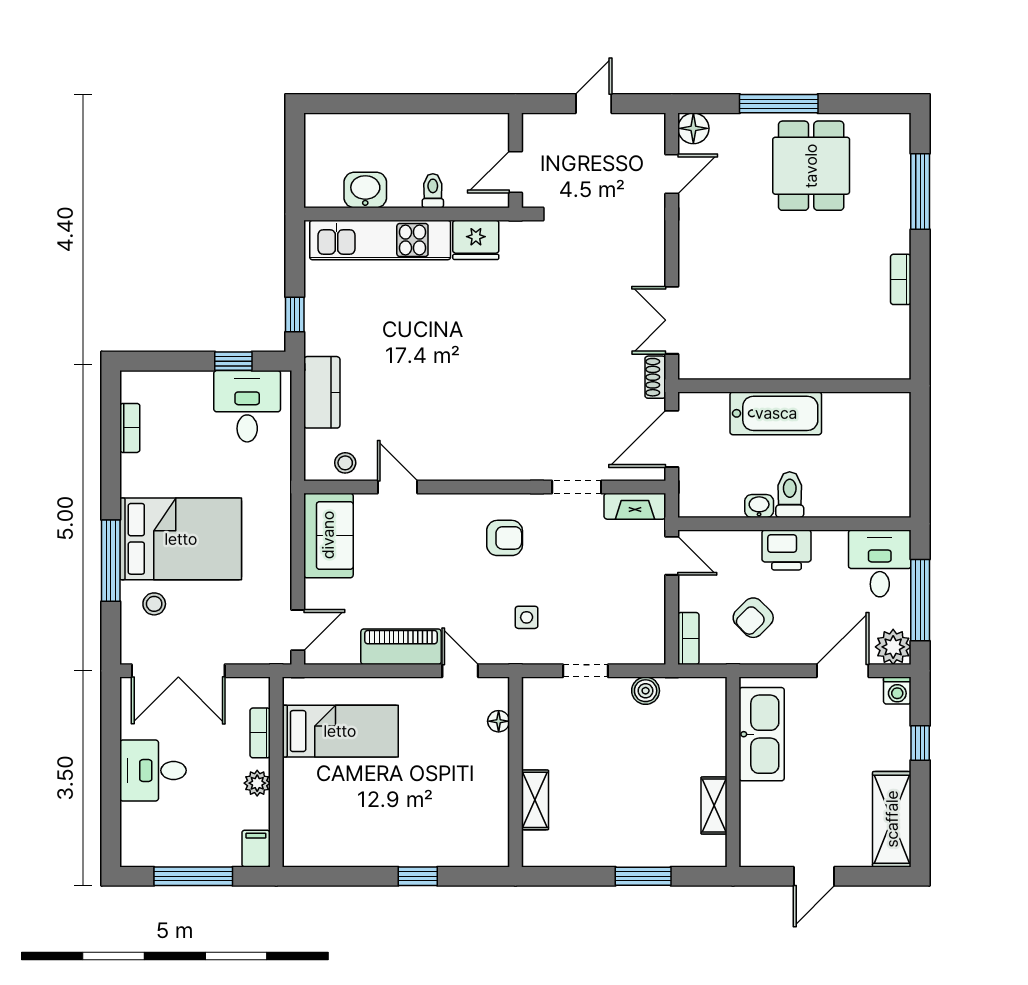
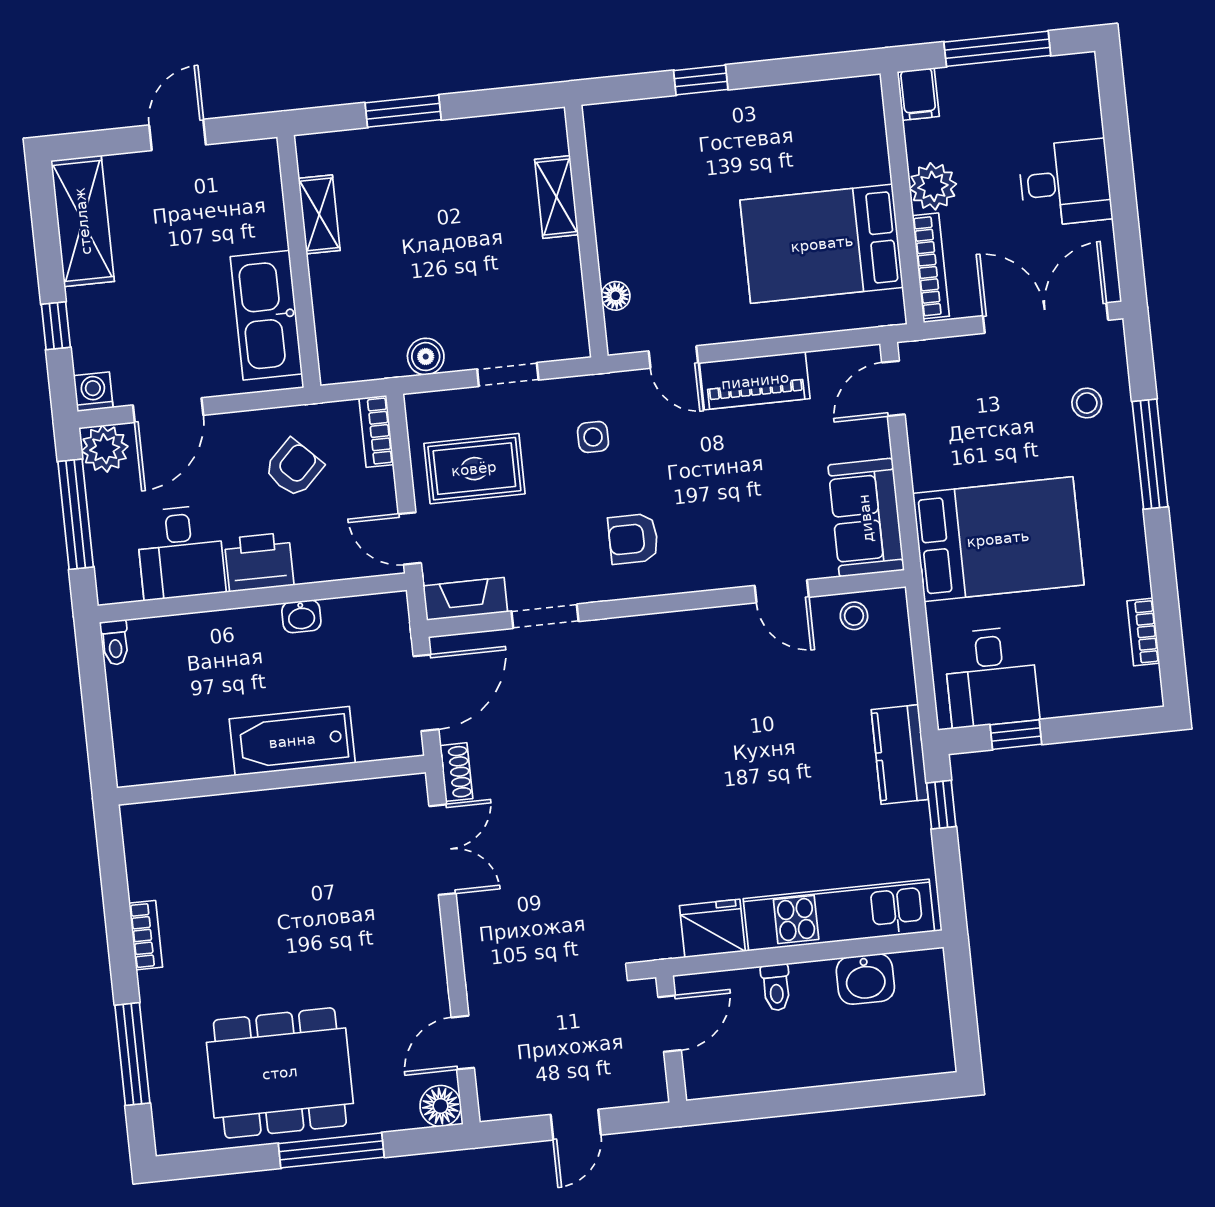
dining table: (811, 166) -> (280, 1073), width x1.37
kitchen counter: (322, 392) -> (900, 755), moved
toilet: (790, 495) -> (115, 643), moved, width x0.73, depth x0.72
bed: (181, 539) -> (998, 539), moved, turned 180
desk: (880, 563) -> (181, 552), moved
rug: (618, 603) -> (474, 469), added
bed: (340, 731) -> (822, 244), width x1.50
bookcase: (260, 733) -> (931, 266), width x1.56
plant: (257, 783) -> (933, 186), width x1.38, depth x1.38

